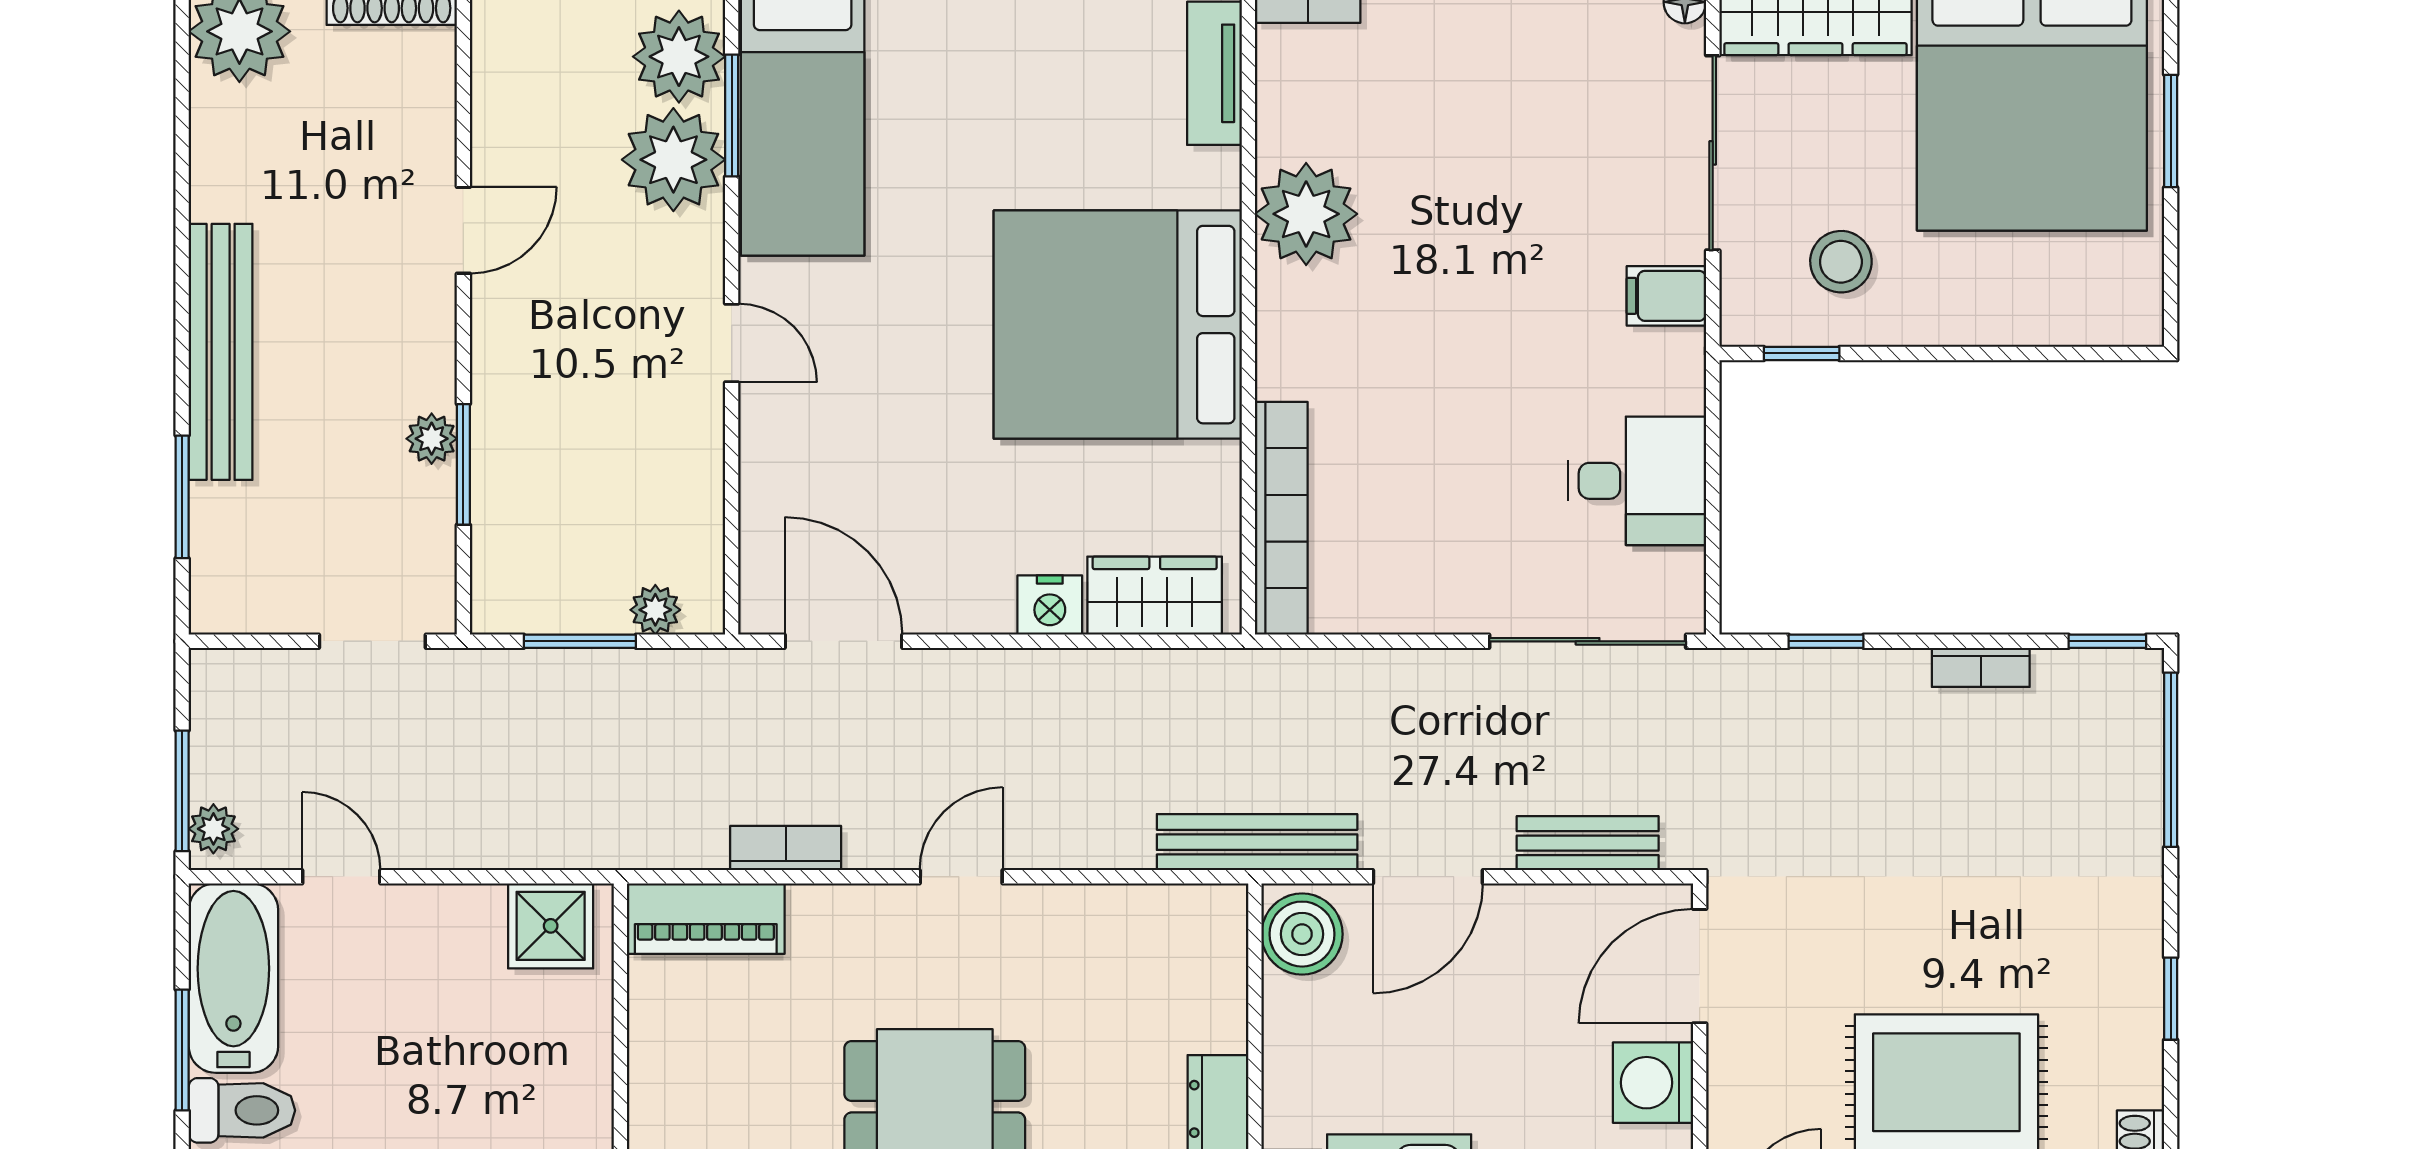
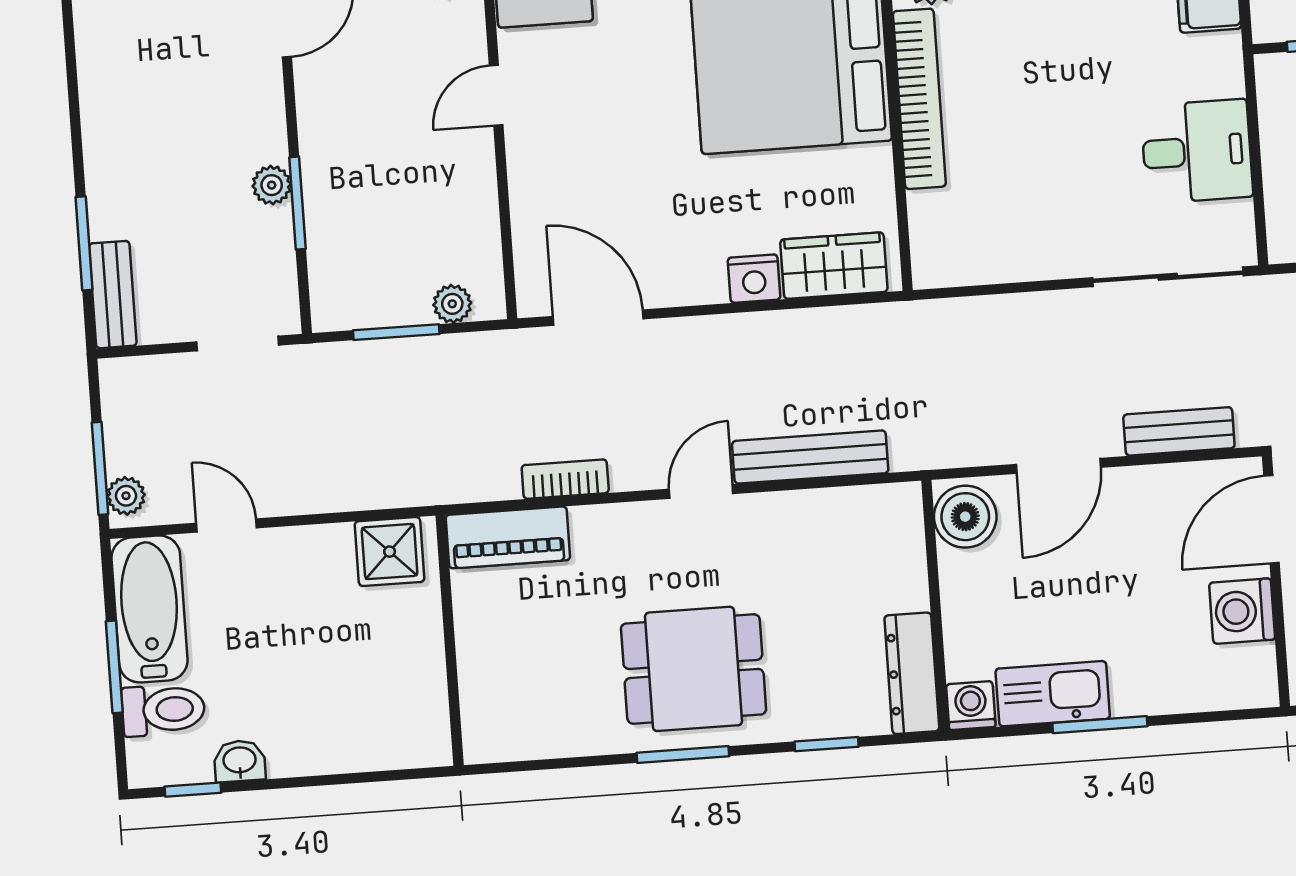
door: (732, 343) -> (496, 95), swing flipped
bench: (221, 352) -> (113, 295), moved, width x0.54, depth x0.82
bookcase: (1281, 518) -> (919, 99), moved
bench: (1257, 842) -> (810, 457), moved

